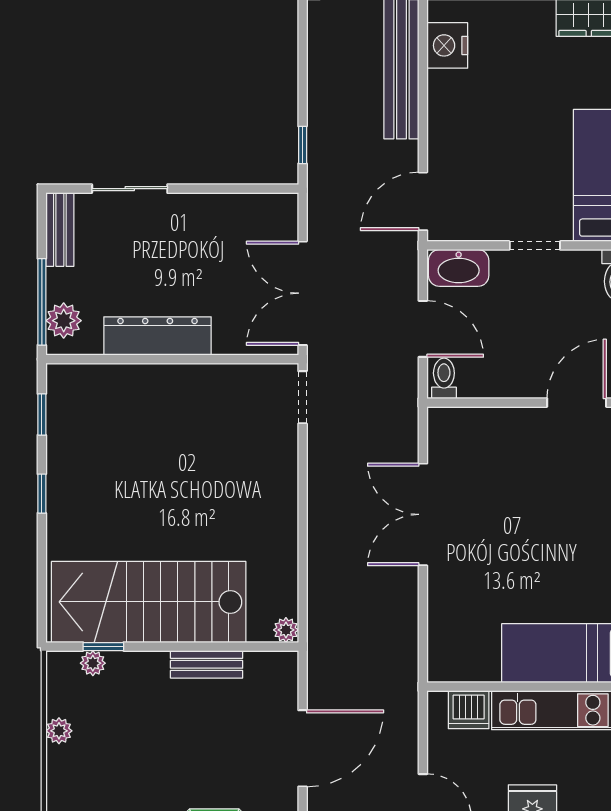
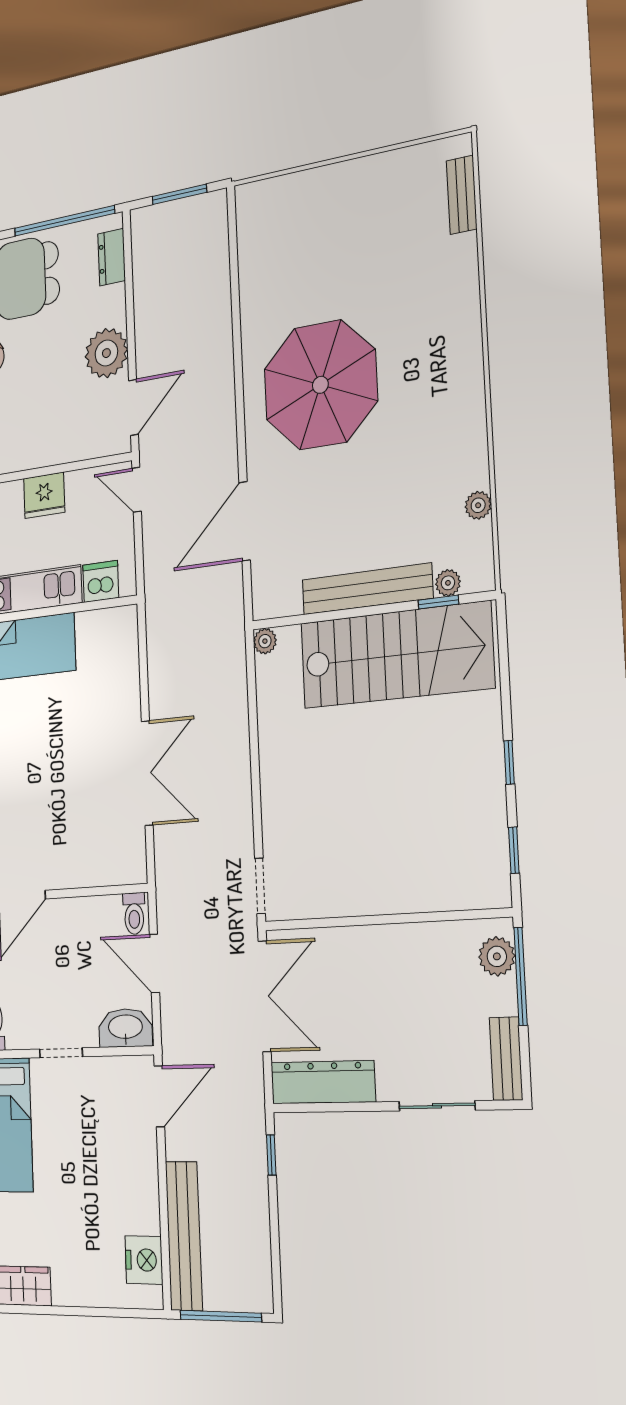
dresser: (158, 336) -> (323, 1082), moved, turned 180
bench: (207, 664) -> (367, 589), width x1.86, depth x1.21

